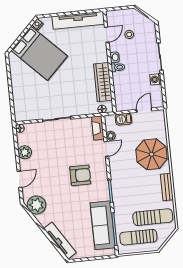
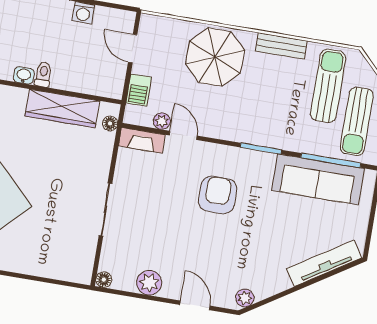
plant: (37, 205) -> (245, 298), width x0.53, depth x0.53

